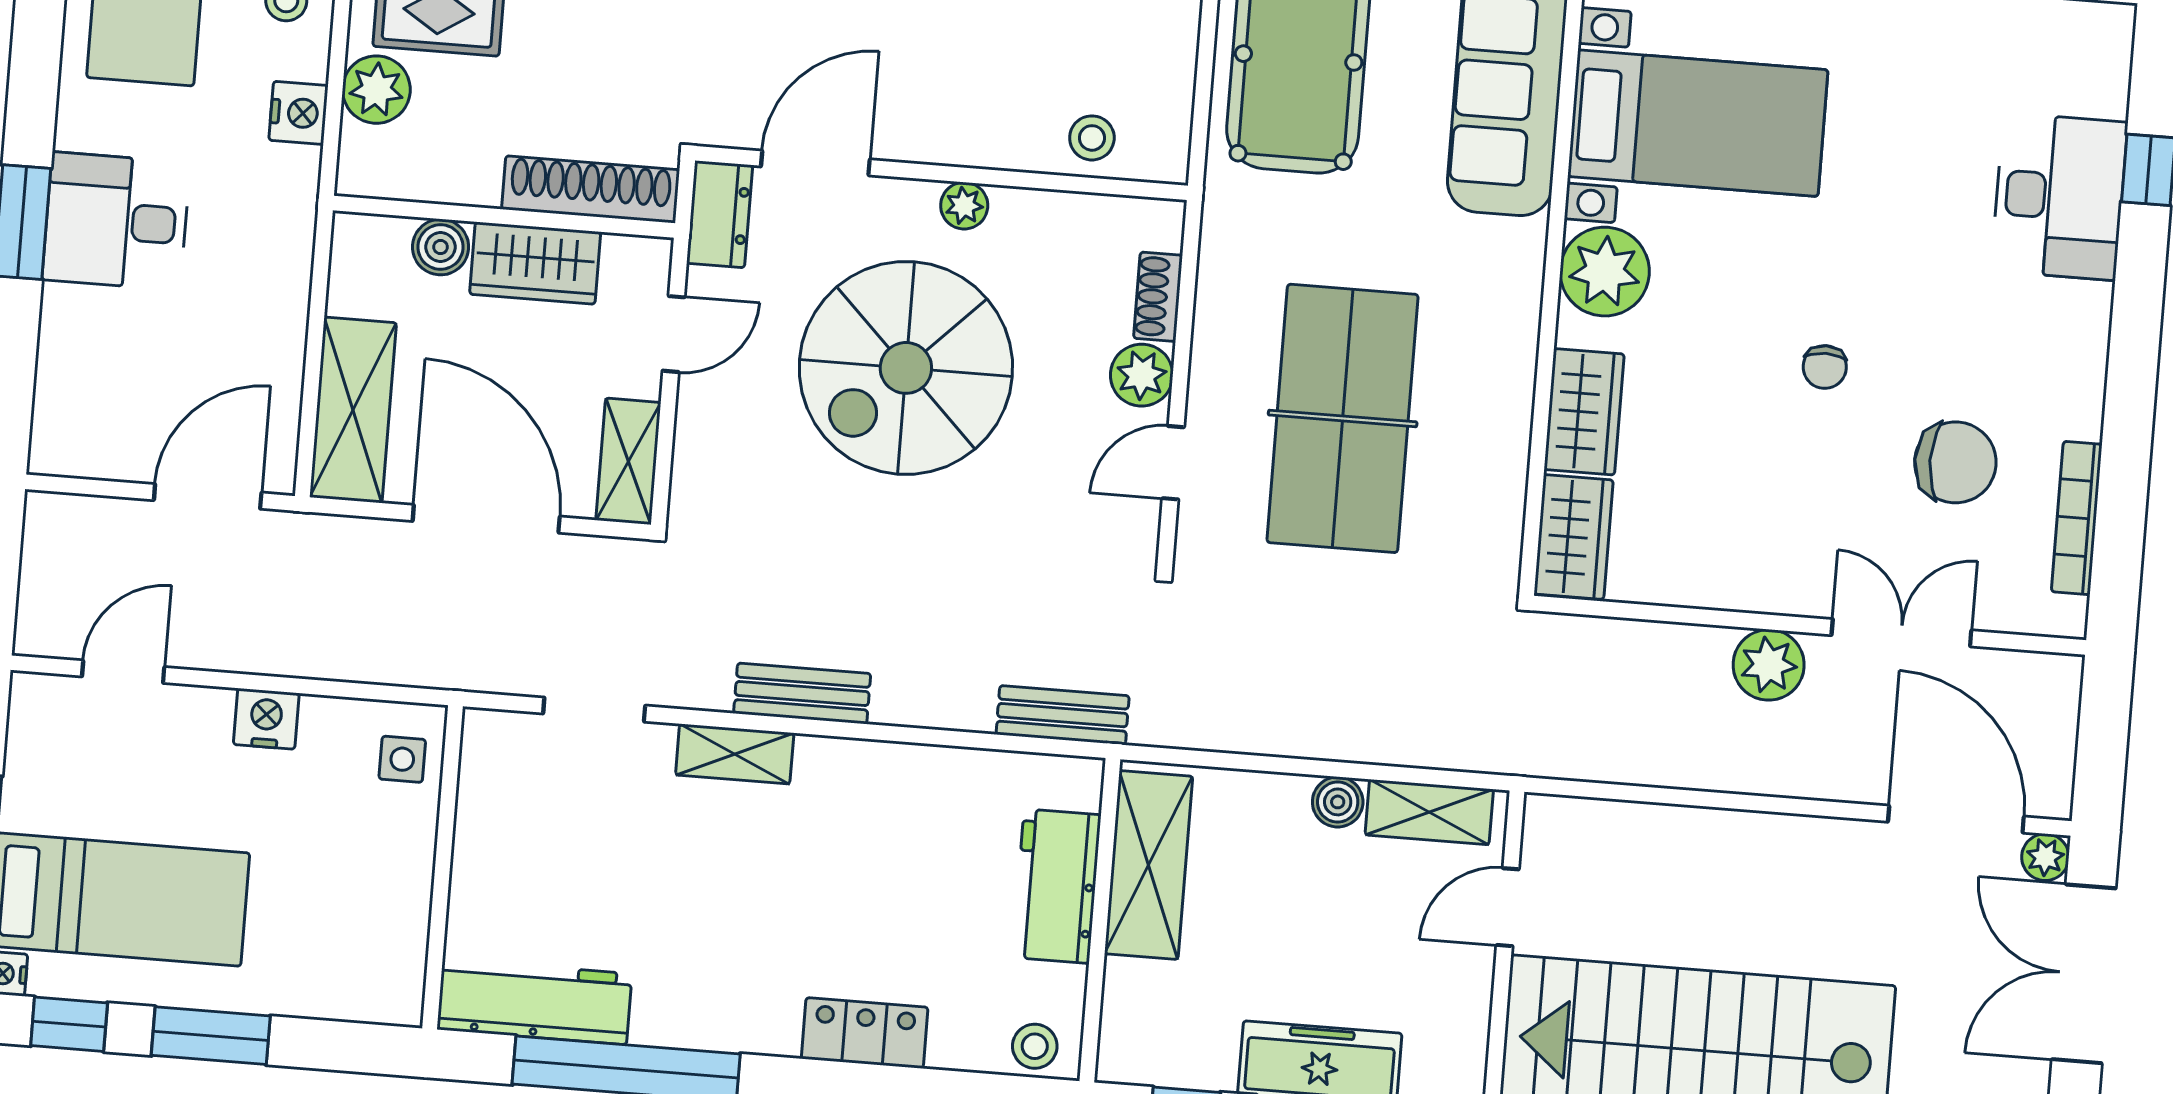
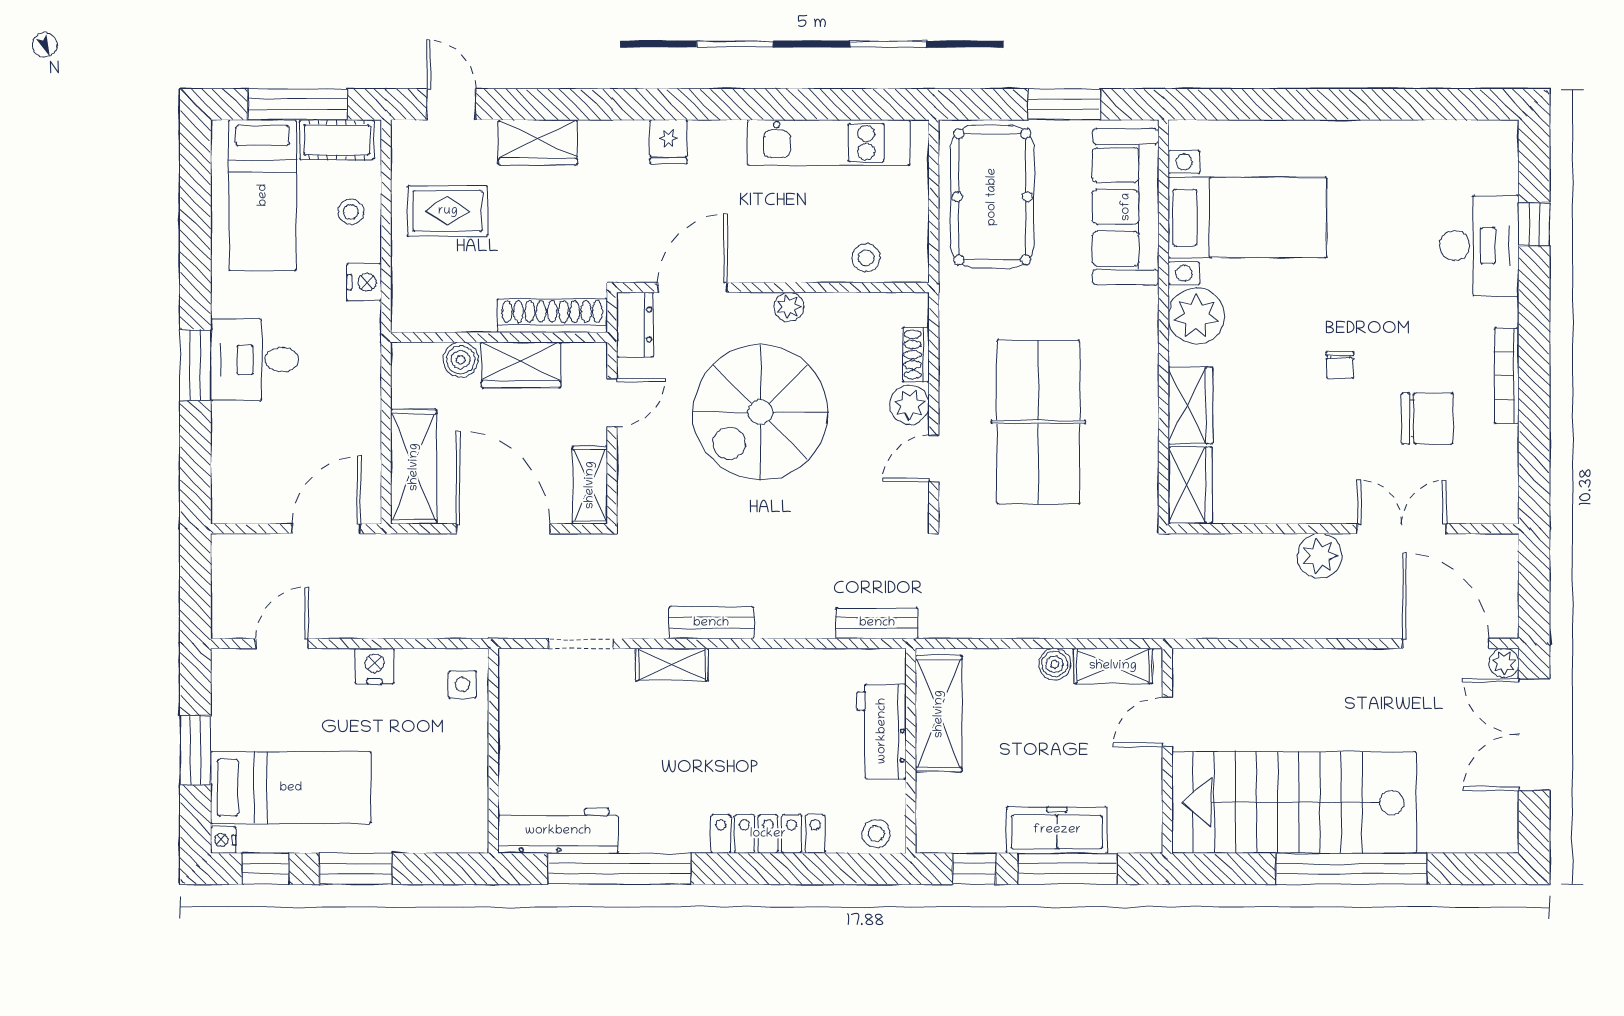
plant: (376, 90) -> (412, 263), removed
bookcase: (2077, 518) -> (1507, 376), moved
locker: (865, 1033) -> (768, 834), width x1.53

